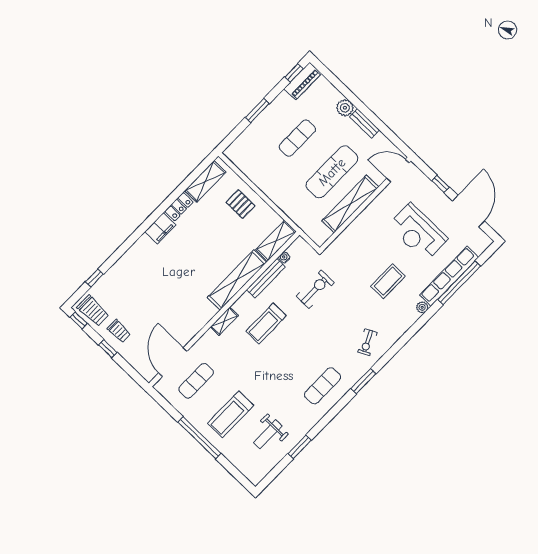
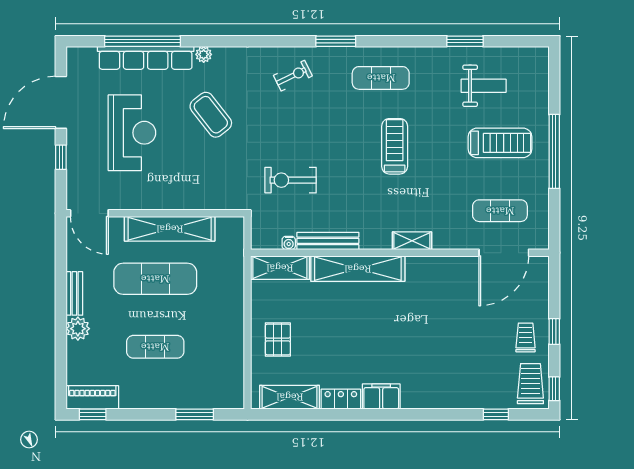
window: (257, 110) -> (195, 414), moved
coffee table: (388, 281) -> (211, 115), turned 52
treadmill: (266, 323) -> (395, 146), moved, turned -90

